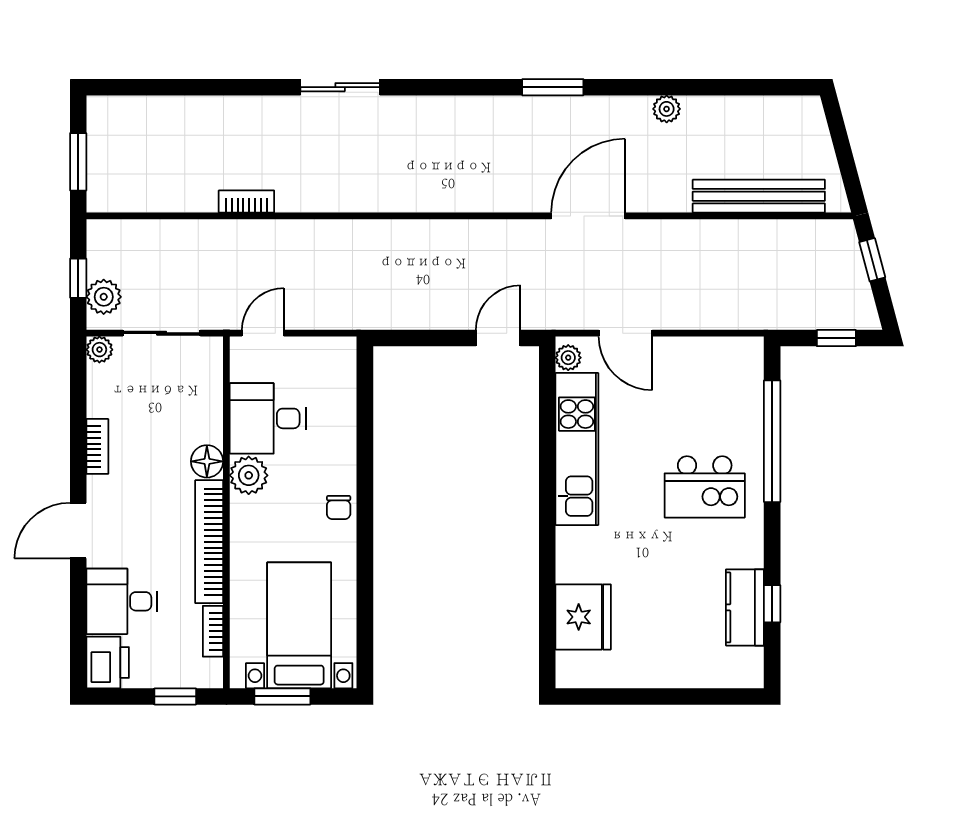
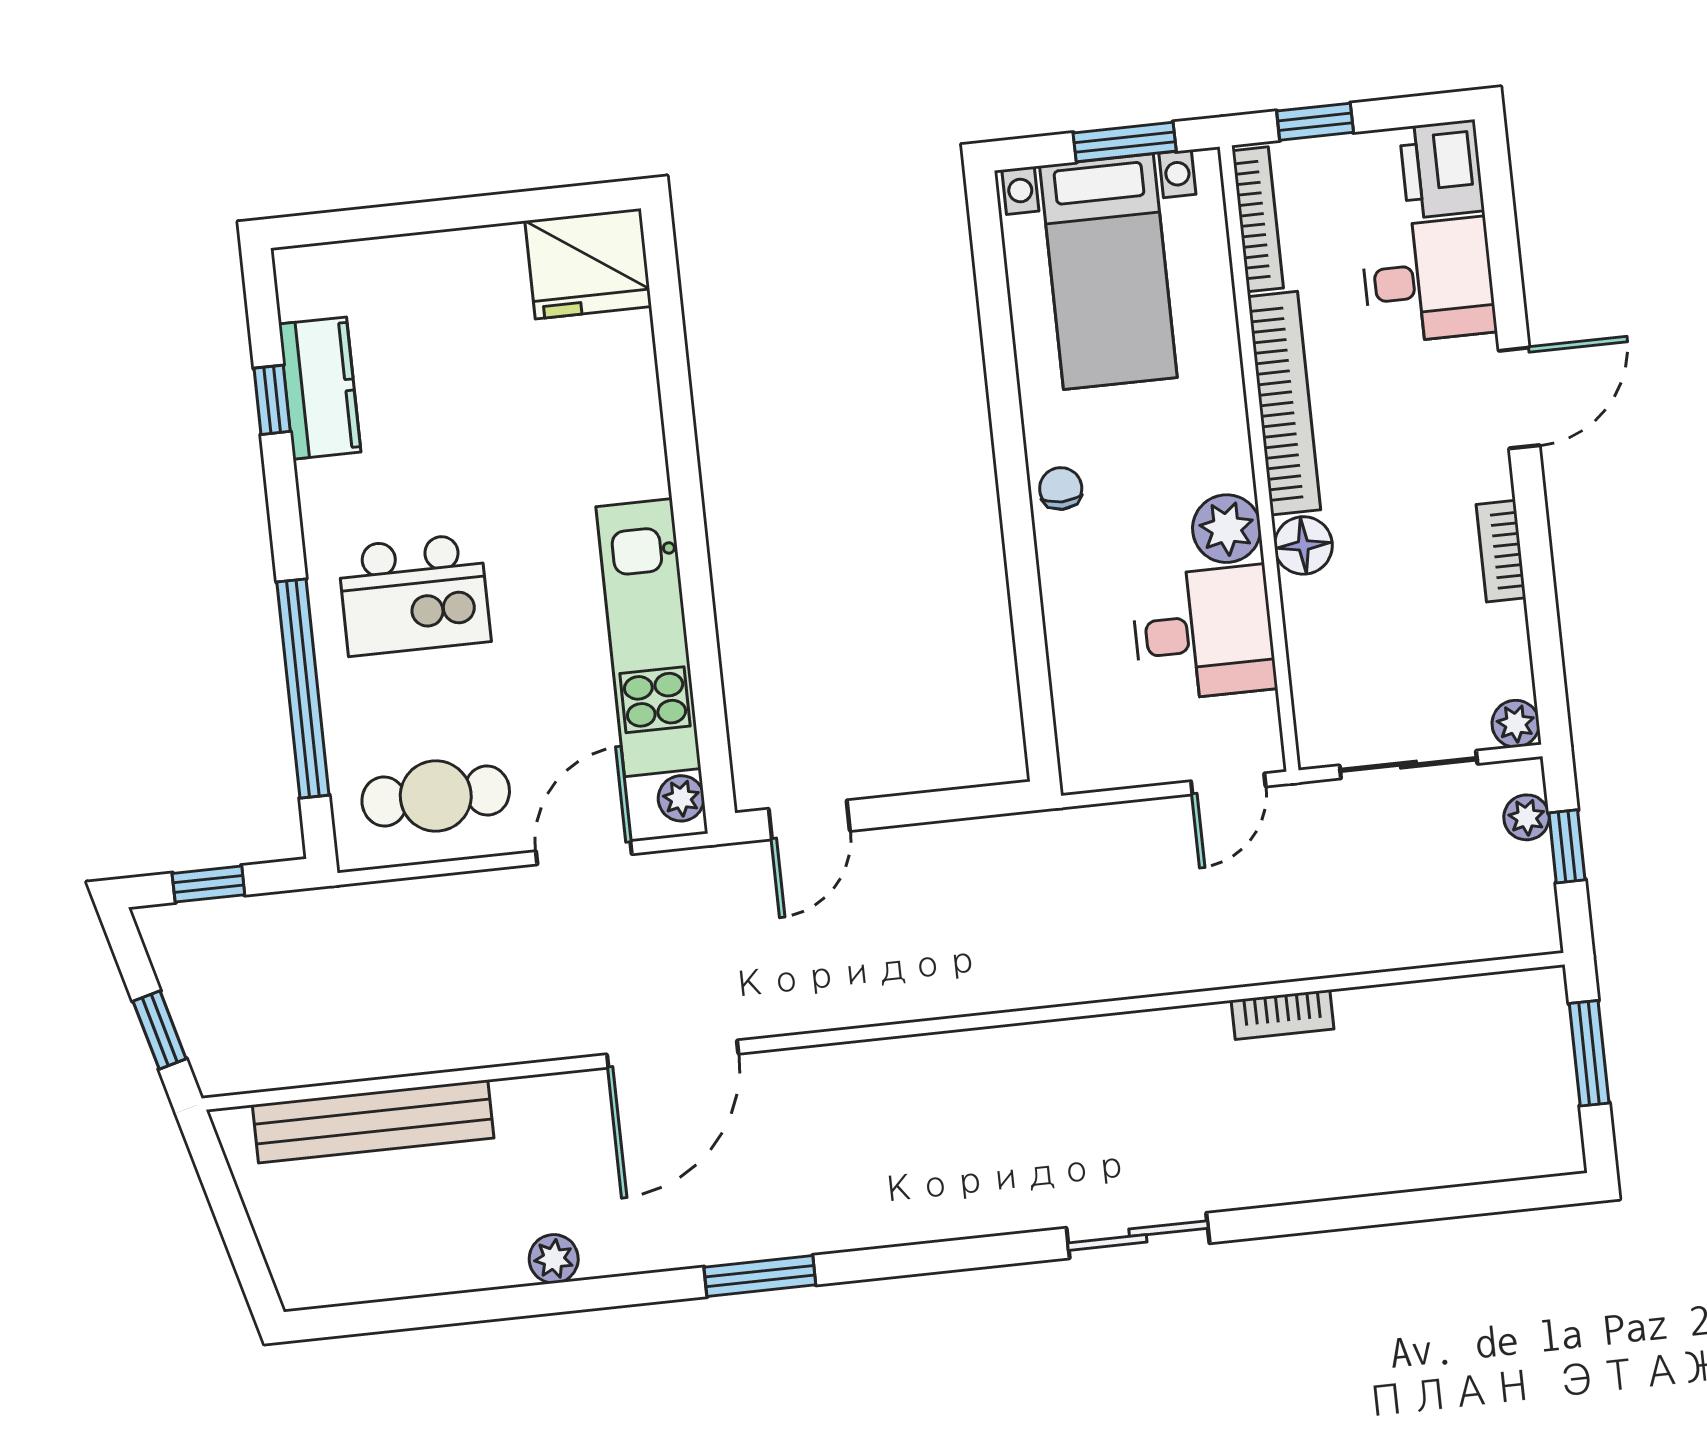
plant: (104, 297) -> (1527, 817), width x0.73, depth x0.73
door: (626, 333) -> (584, 853), hinge flipped
cafe table: (705, 374) -> (436, 796), added
kitchen island: (705, 487) -> (414, 595), turned 180
fridge: (583, 617) -> (588, 264), moved, turned -90
bookcase: (213, 631) -> (1258, 219), width x1.56

